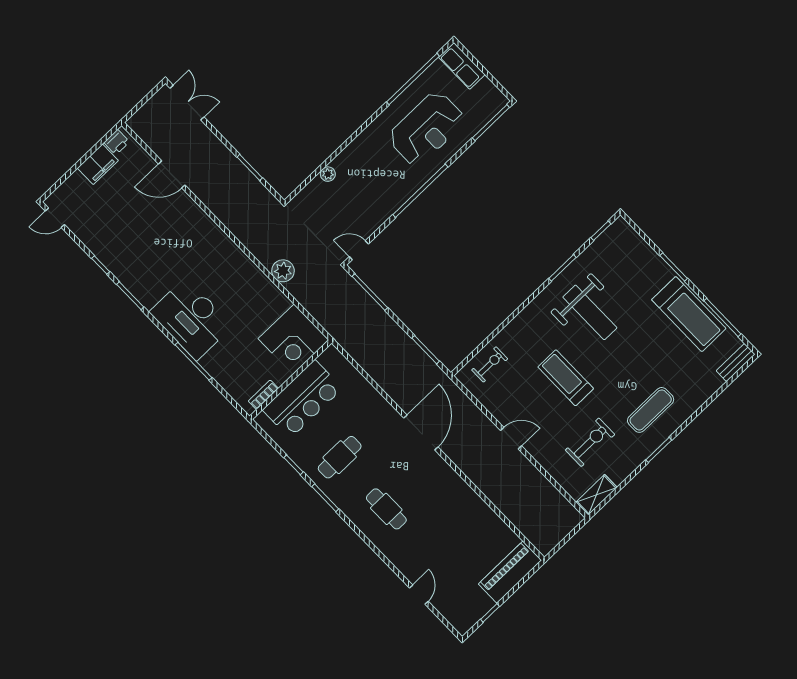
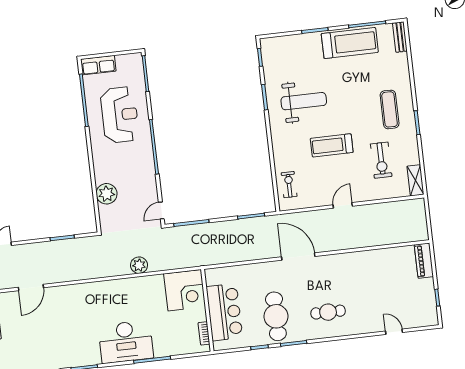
plant: (328, 174) -> (107, 194), width x1.87, depth x1.87
exercise bike: (590, 442) -> (381, 160), turned 180
cafe table: (340, 457) -> (276, 316), width x1.37, depth x1.35
piano: (510, 572) -> (424, 261), width x0.73, depth x0.75

